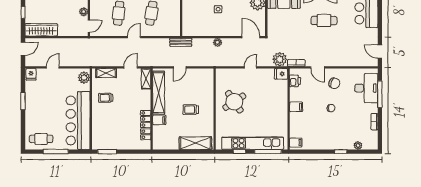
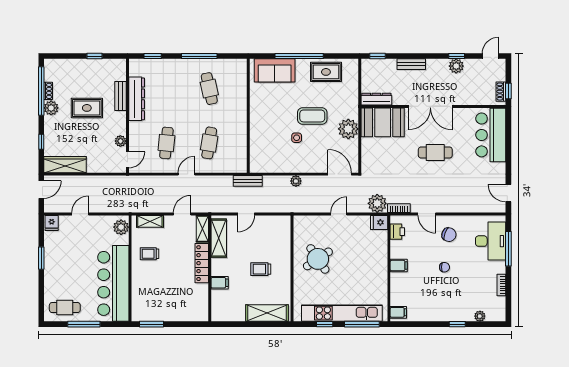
shelving: (159, 93) -> (219, 238), width x0.68
locker: (146, 125) -> (202, 263), moved

